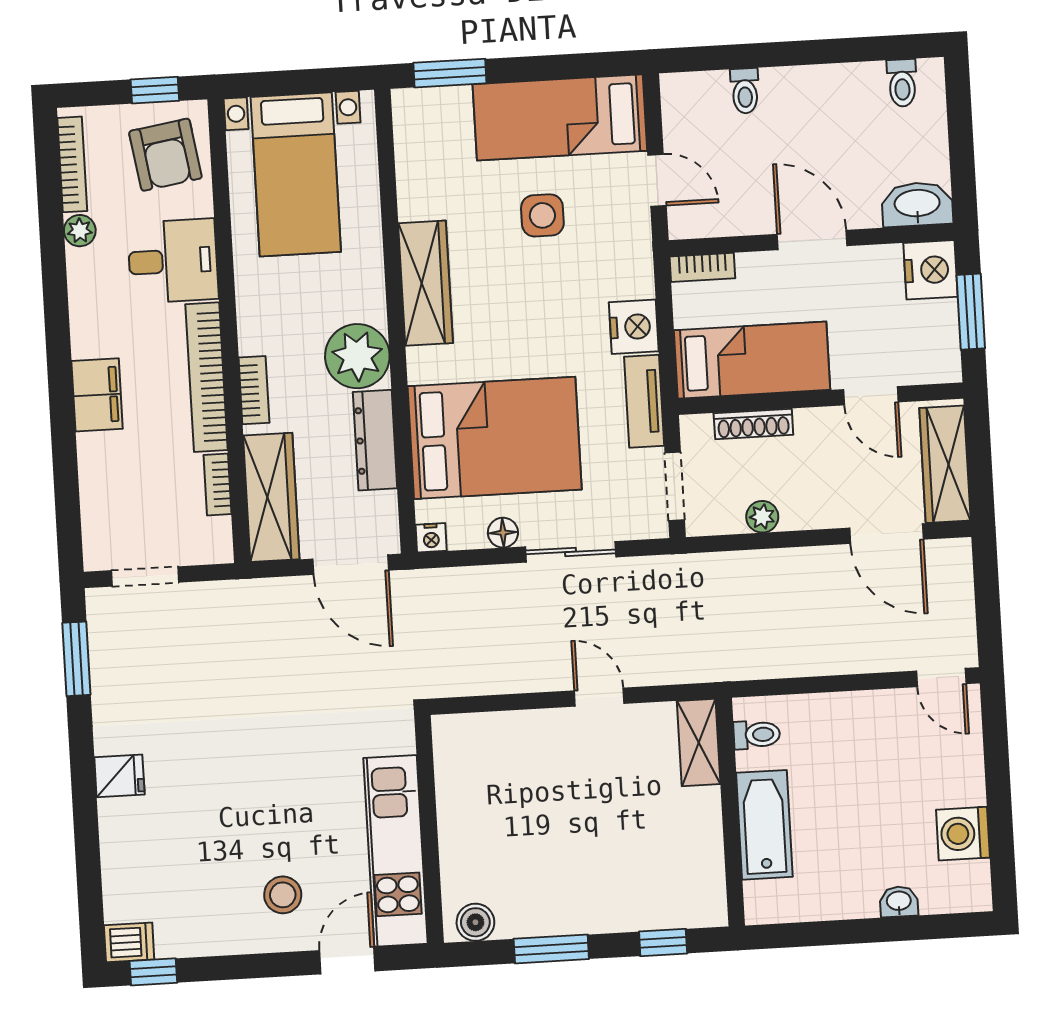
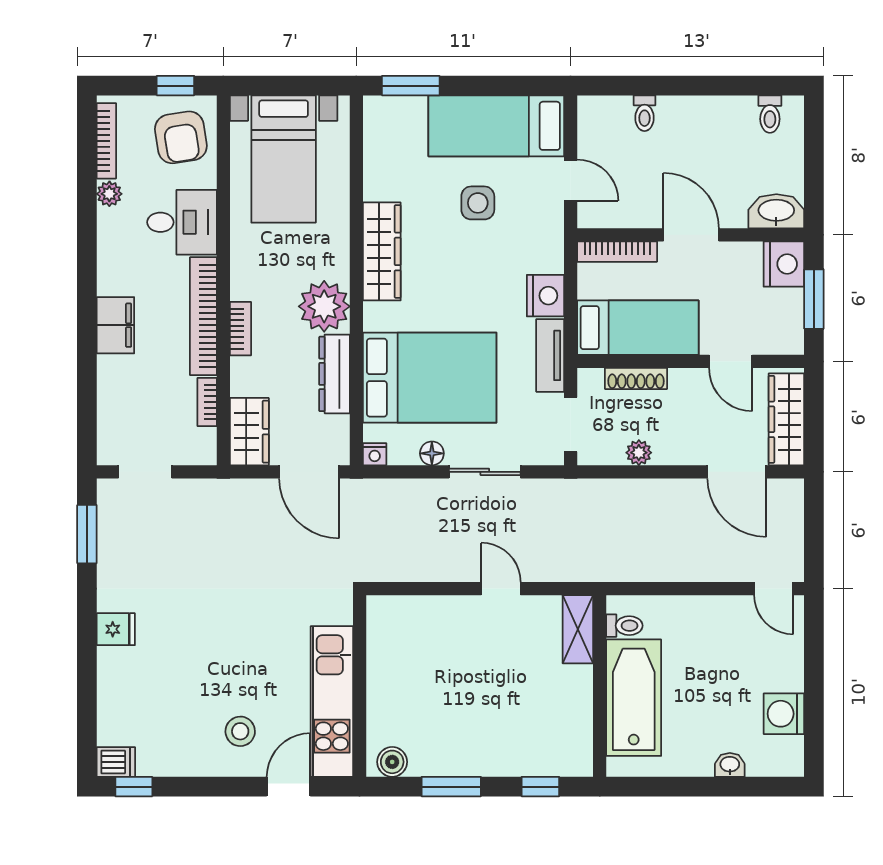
bookcase: (702, 267) -> (617, 252), width x1.56
wardrobe: (271, 497) -> (249, 432), width x0.67
bathtub: (764, 825) -> (634, 698), width x1.36, depth x1.36

